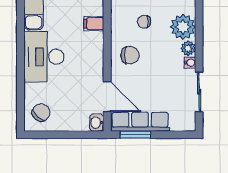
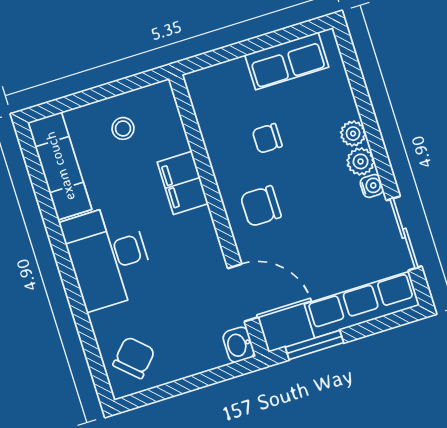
filing cabinet: (94, 24) -> (183, 183), width x2.00
plant: (183, 27) -> (353, 134), width x0.53, depth x0.53
chair: (130, 55) -> (261, 206), turned 180
row of seats: (140, 122) -> (362, 305), moved

